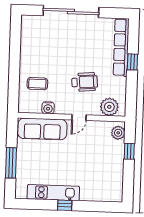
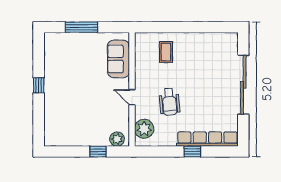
water cooler: (48, 108) -> (141, 64), removed
sofa: (42, 129) -> (118, 59), width x0.73
kitchen unit: (53, 193) -> (52, 73), removed

